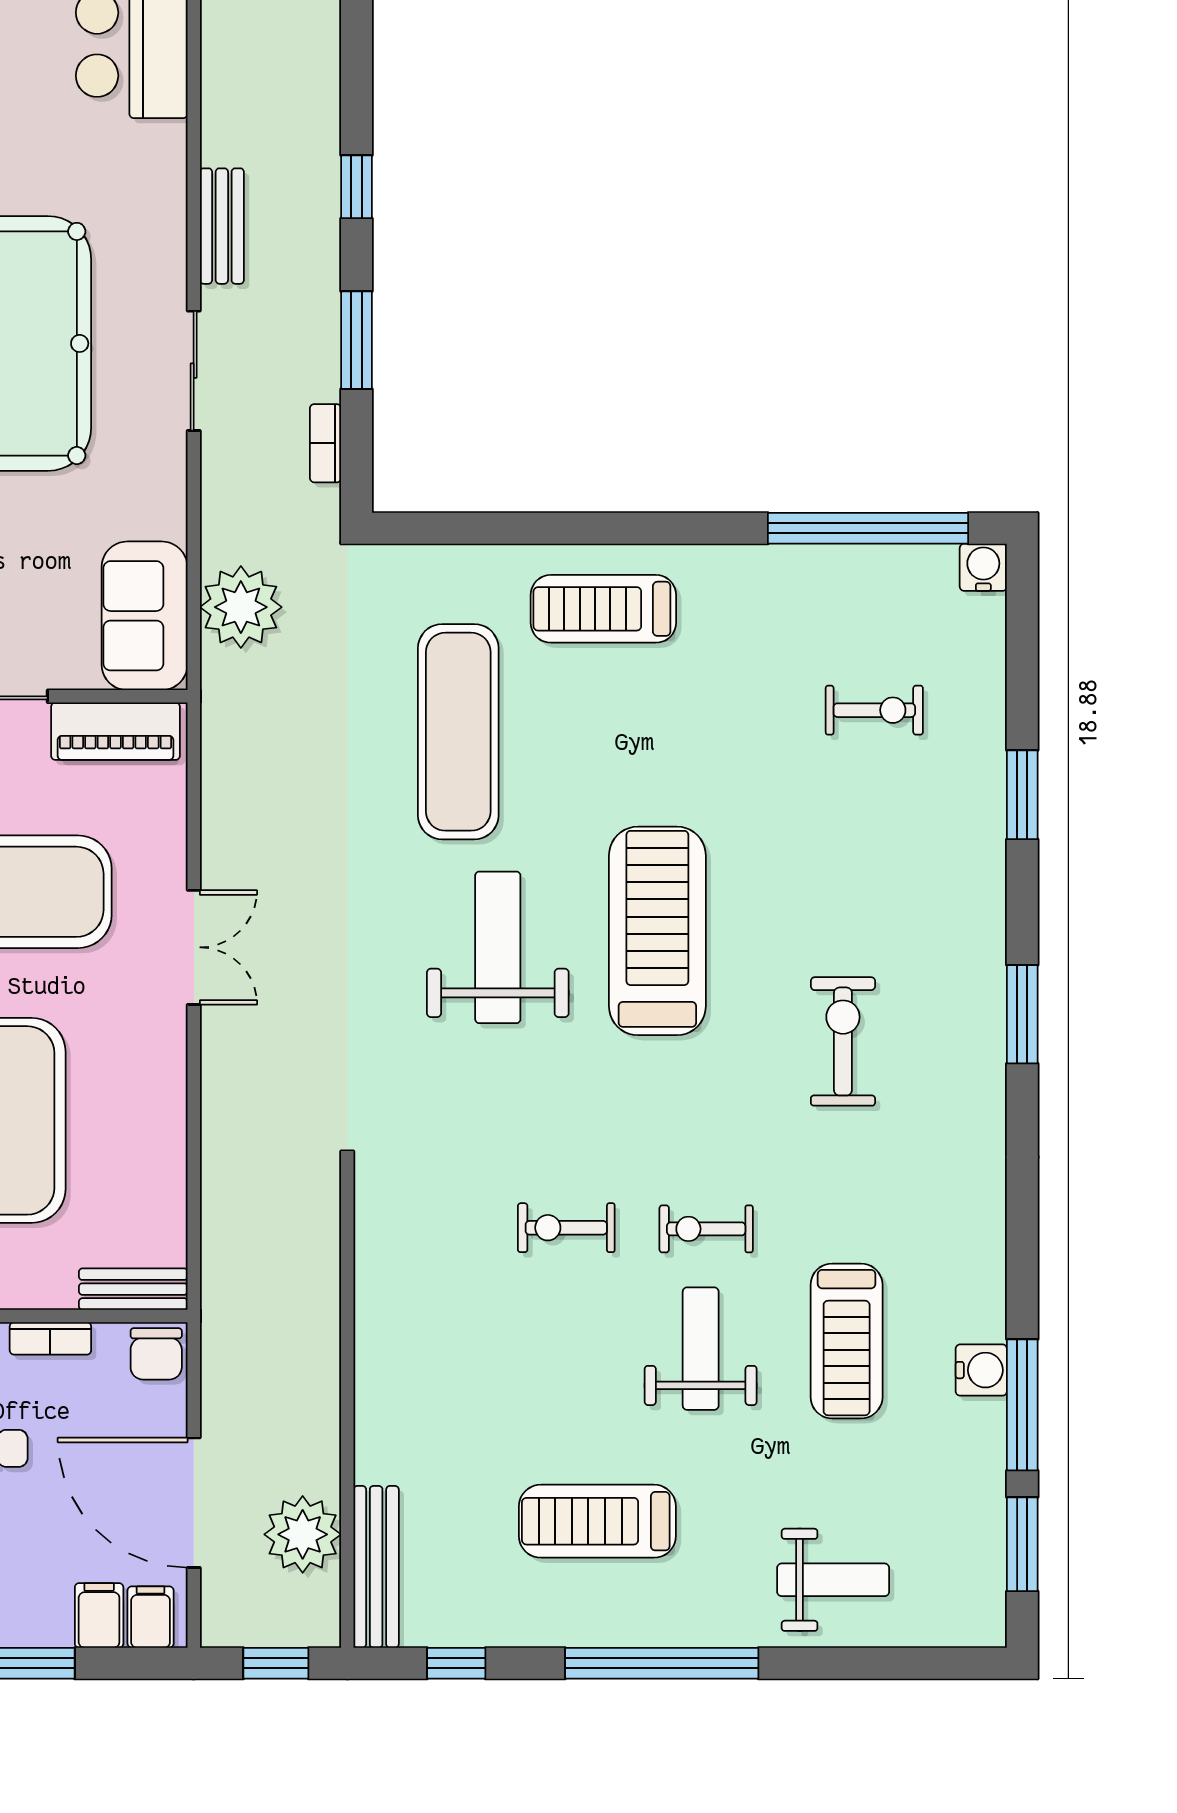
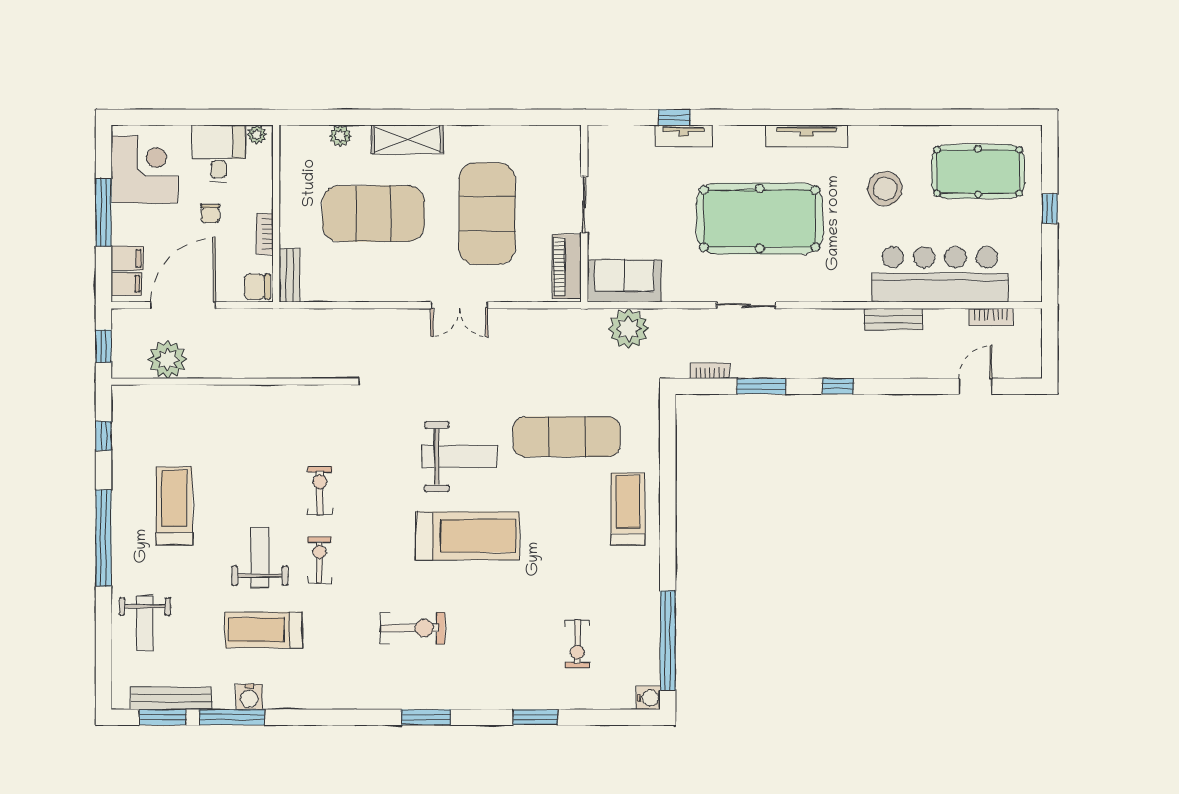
bench: (222, 226) -> (893, 319), moved
weight bench: (701, 1349) -> (260, 557), turned -90
bench: (376, 1567) -> (171, 698), moved

